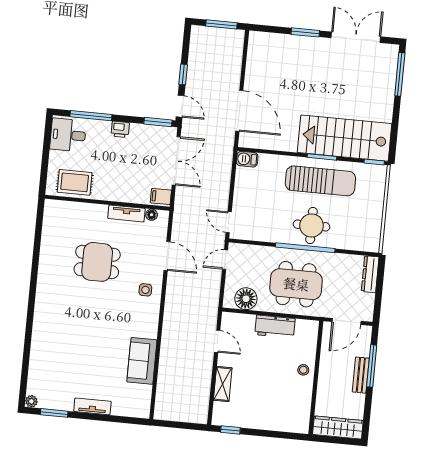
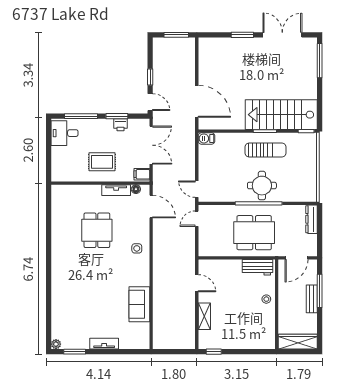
window: (158, 122) -> (117, 116), moved
printer: (120, 129) -> (121, 125), moved
sun lounger: (320, 181) -> (265, 150), width x0.73, depth x0.75
rug: (75, 182) -> (102, 162), moved
door: (167, 256) -> (151, 207), moved
dining table: (97, 262) -> (97, 230), turned 90
floor lamp: (246, 299) -> (216, 248), removed
workbench: (275, 327) -> (257, 267), moved

